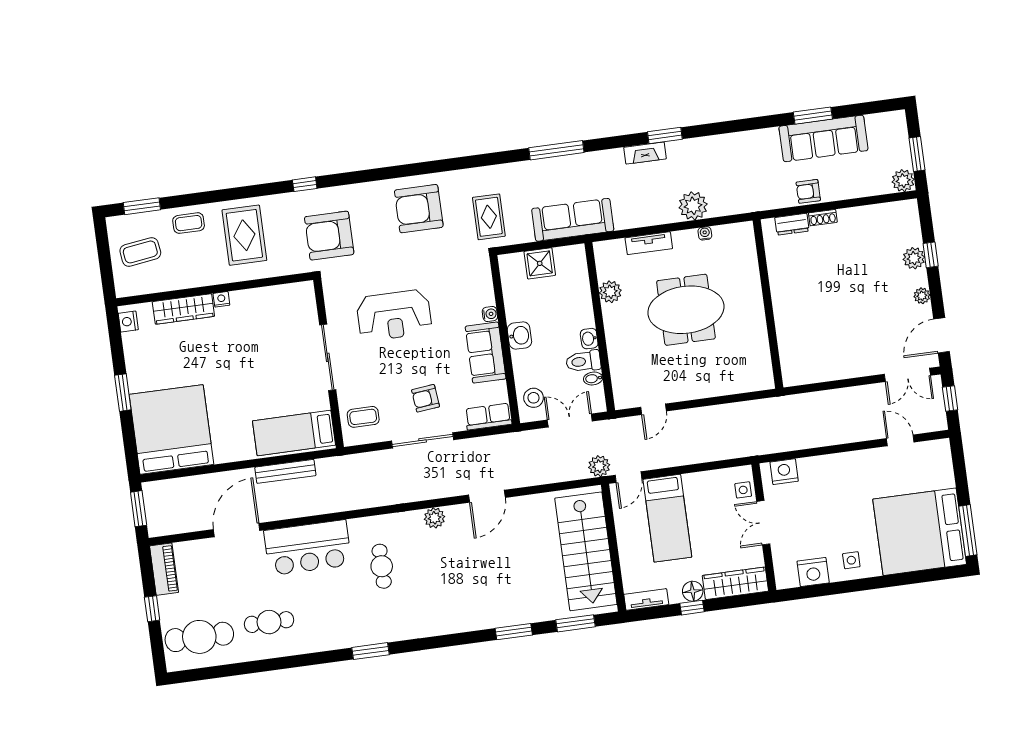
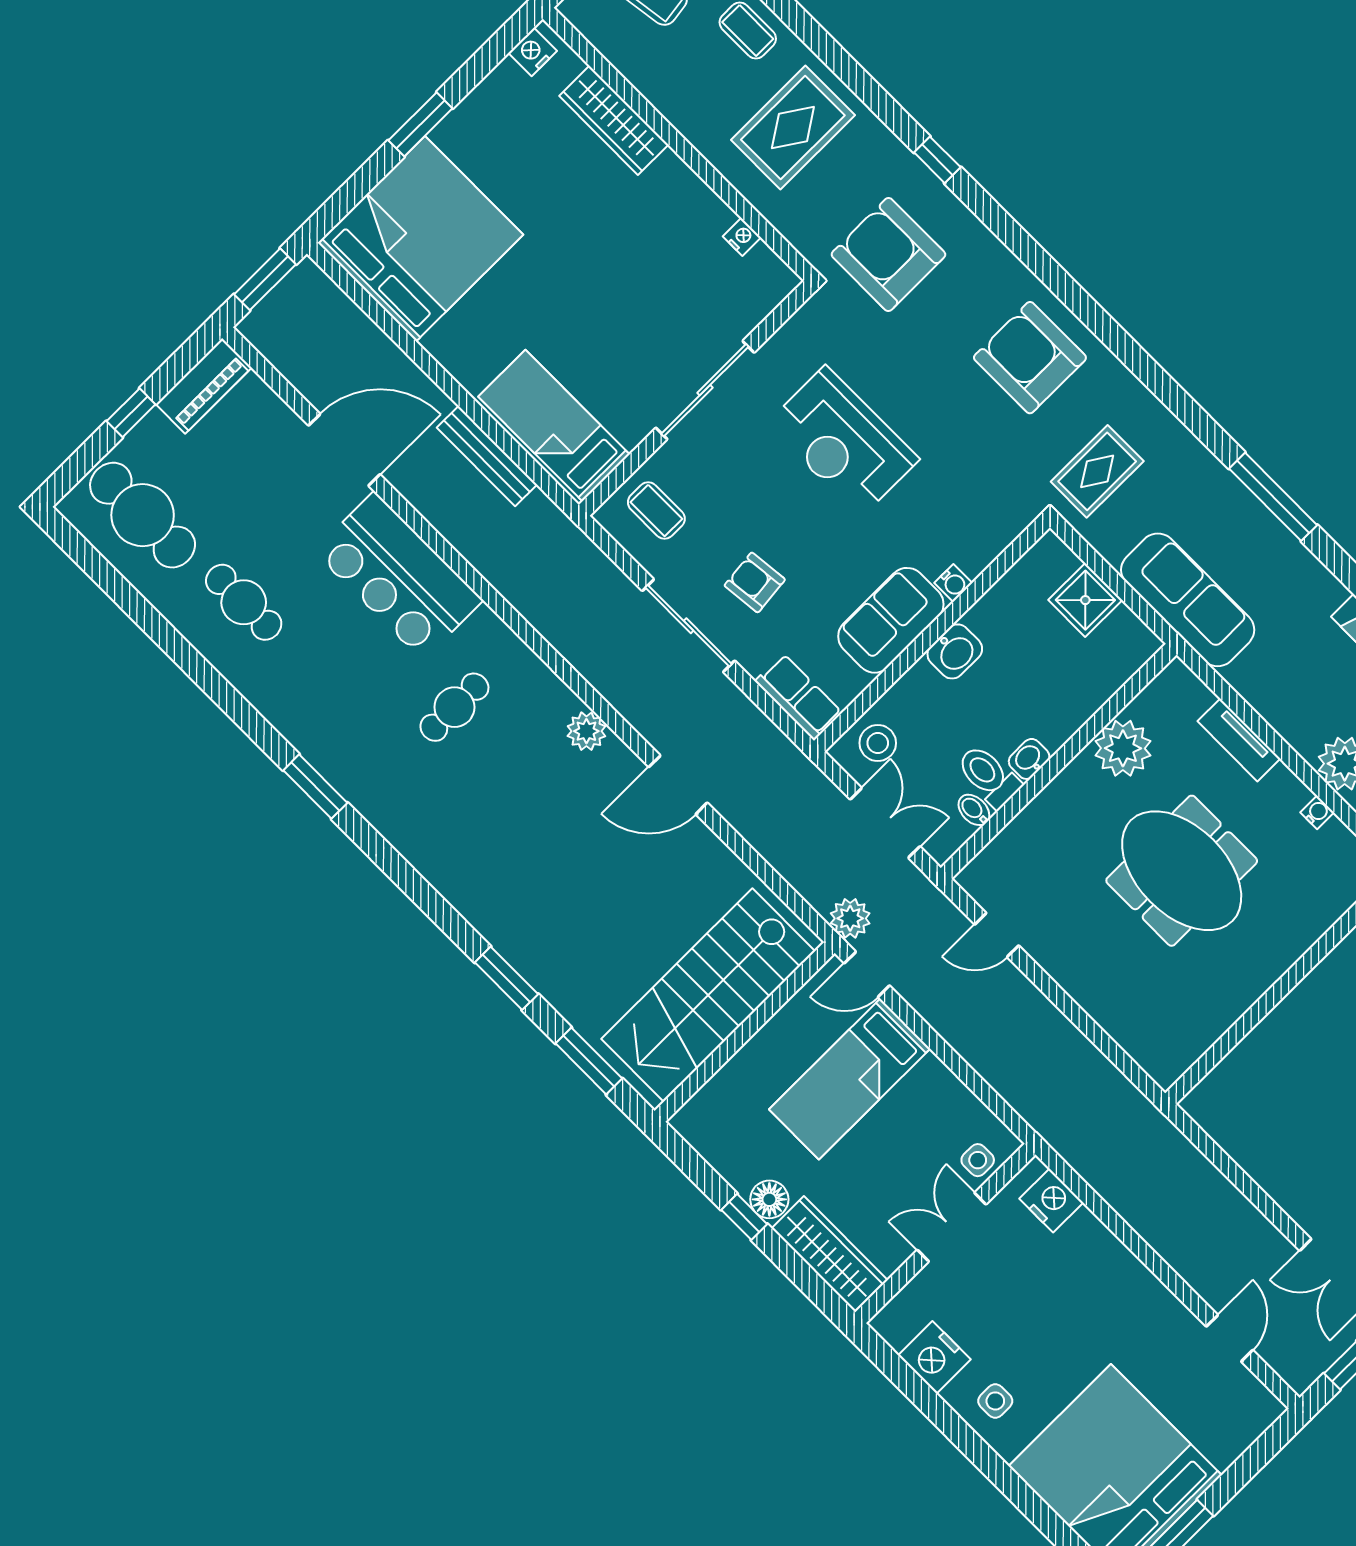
plant: (610, 292) -> (1123, 748), width x1.36, depth x1.36
nightstand: (221, 299) -> (742, 237), moved
tv unit: (646, 599) -> (705, 1139), removed

